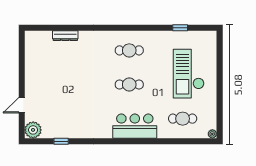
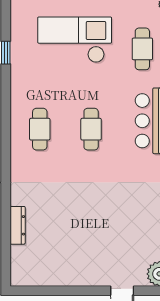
checkout: (189, 74) -> (75, 40), turned 180

